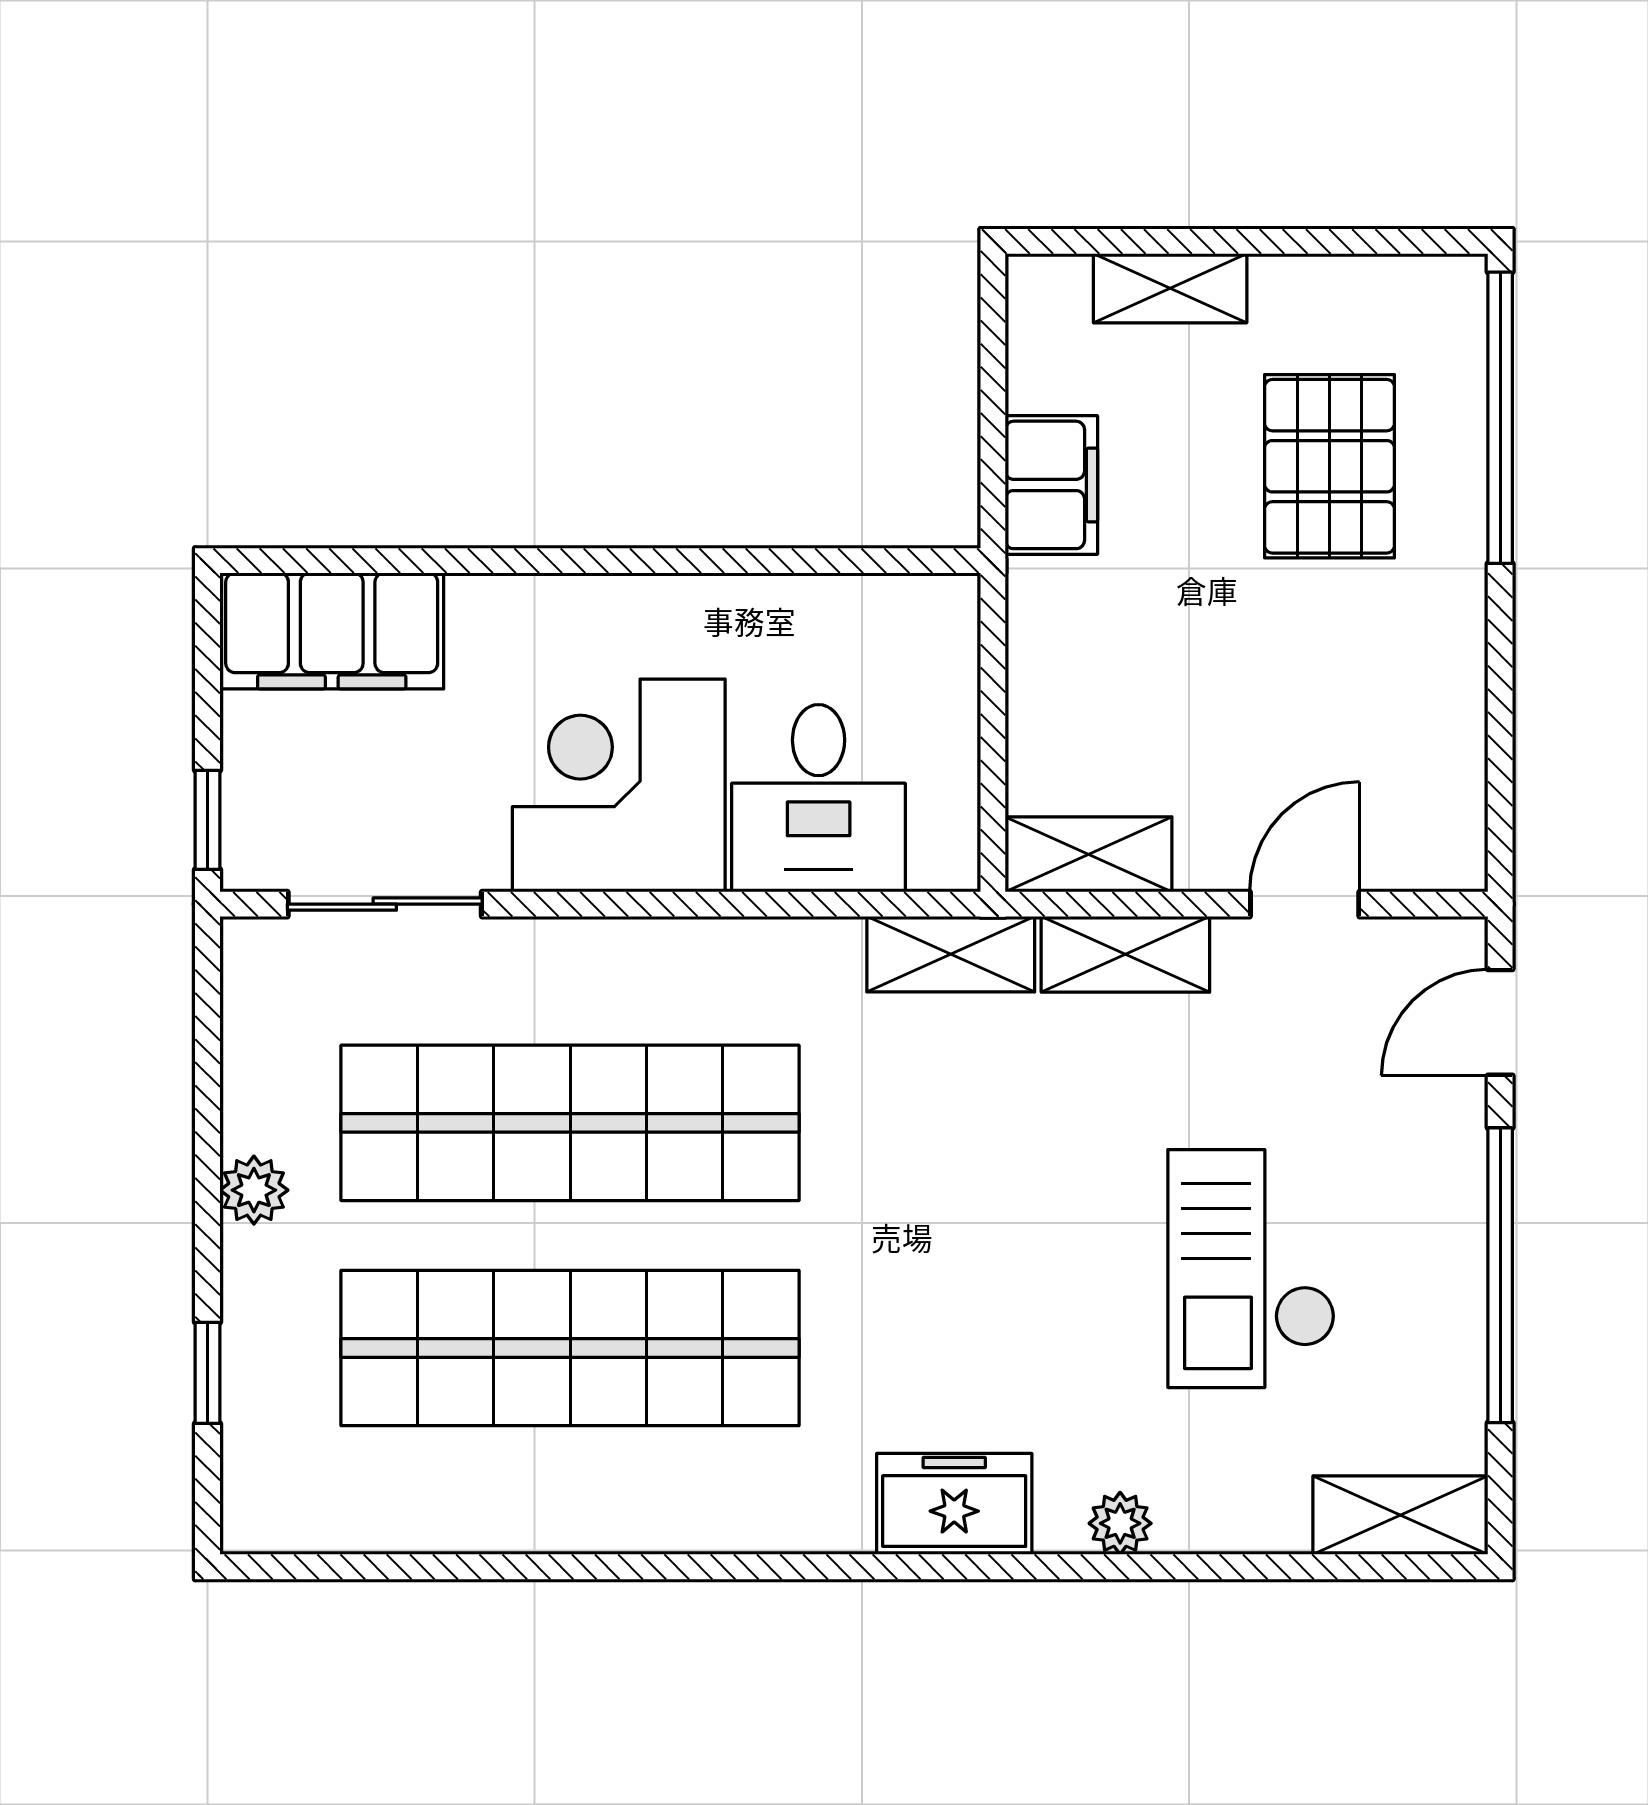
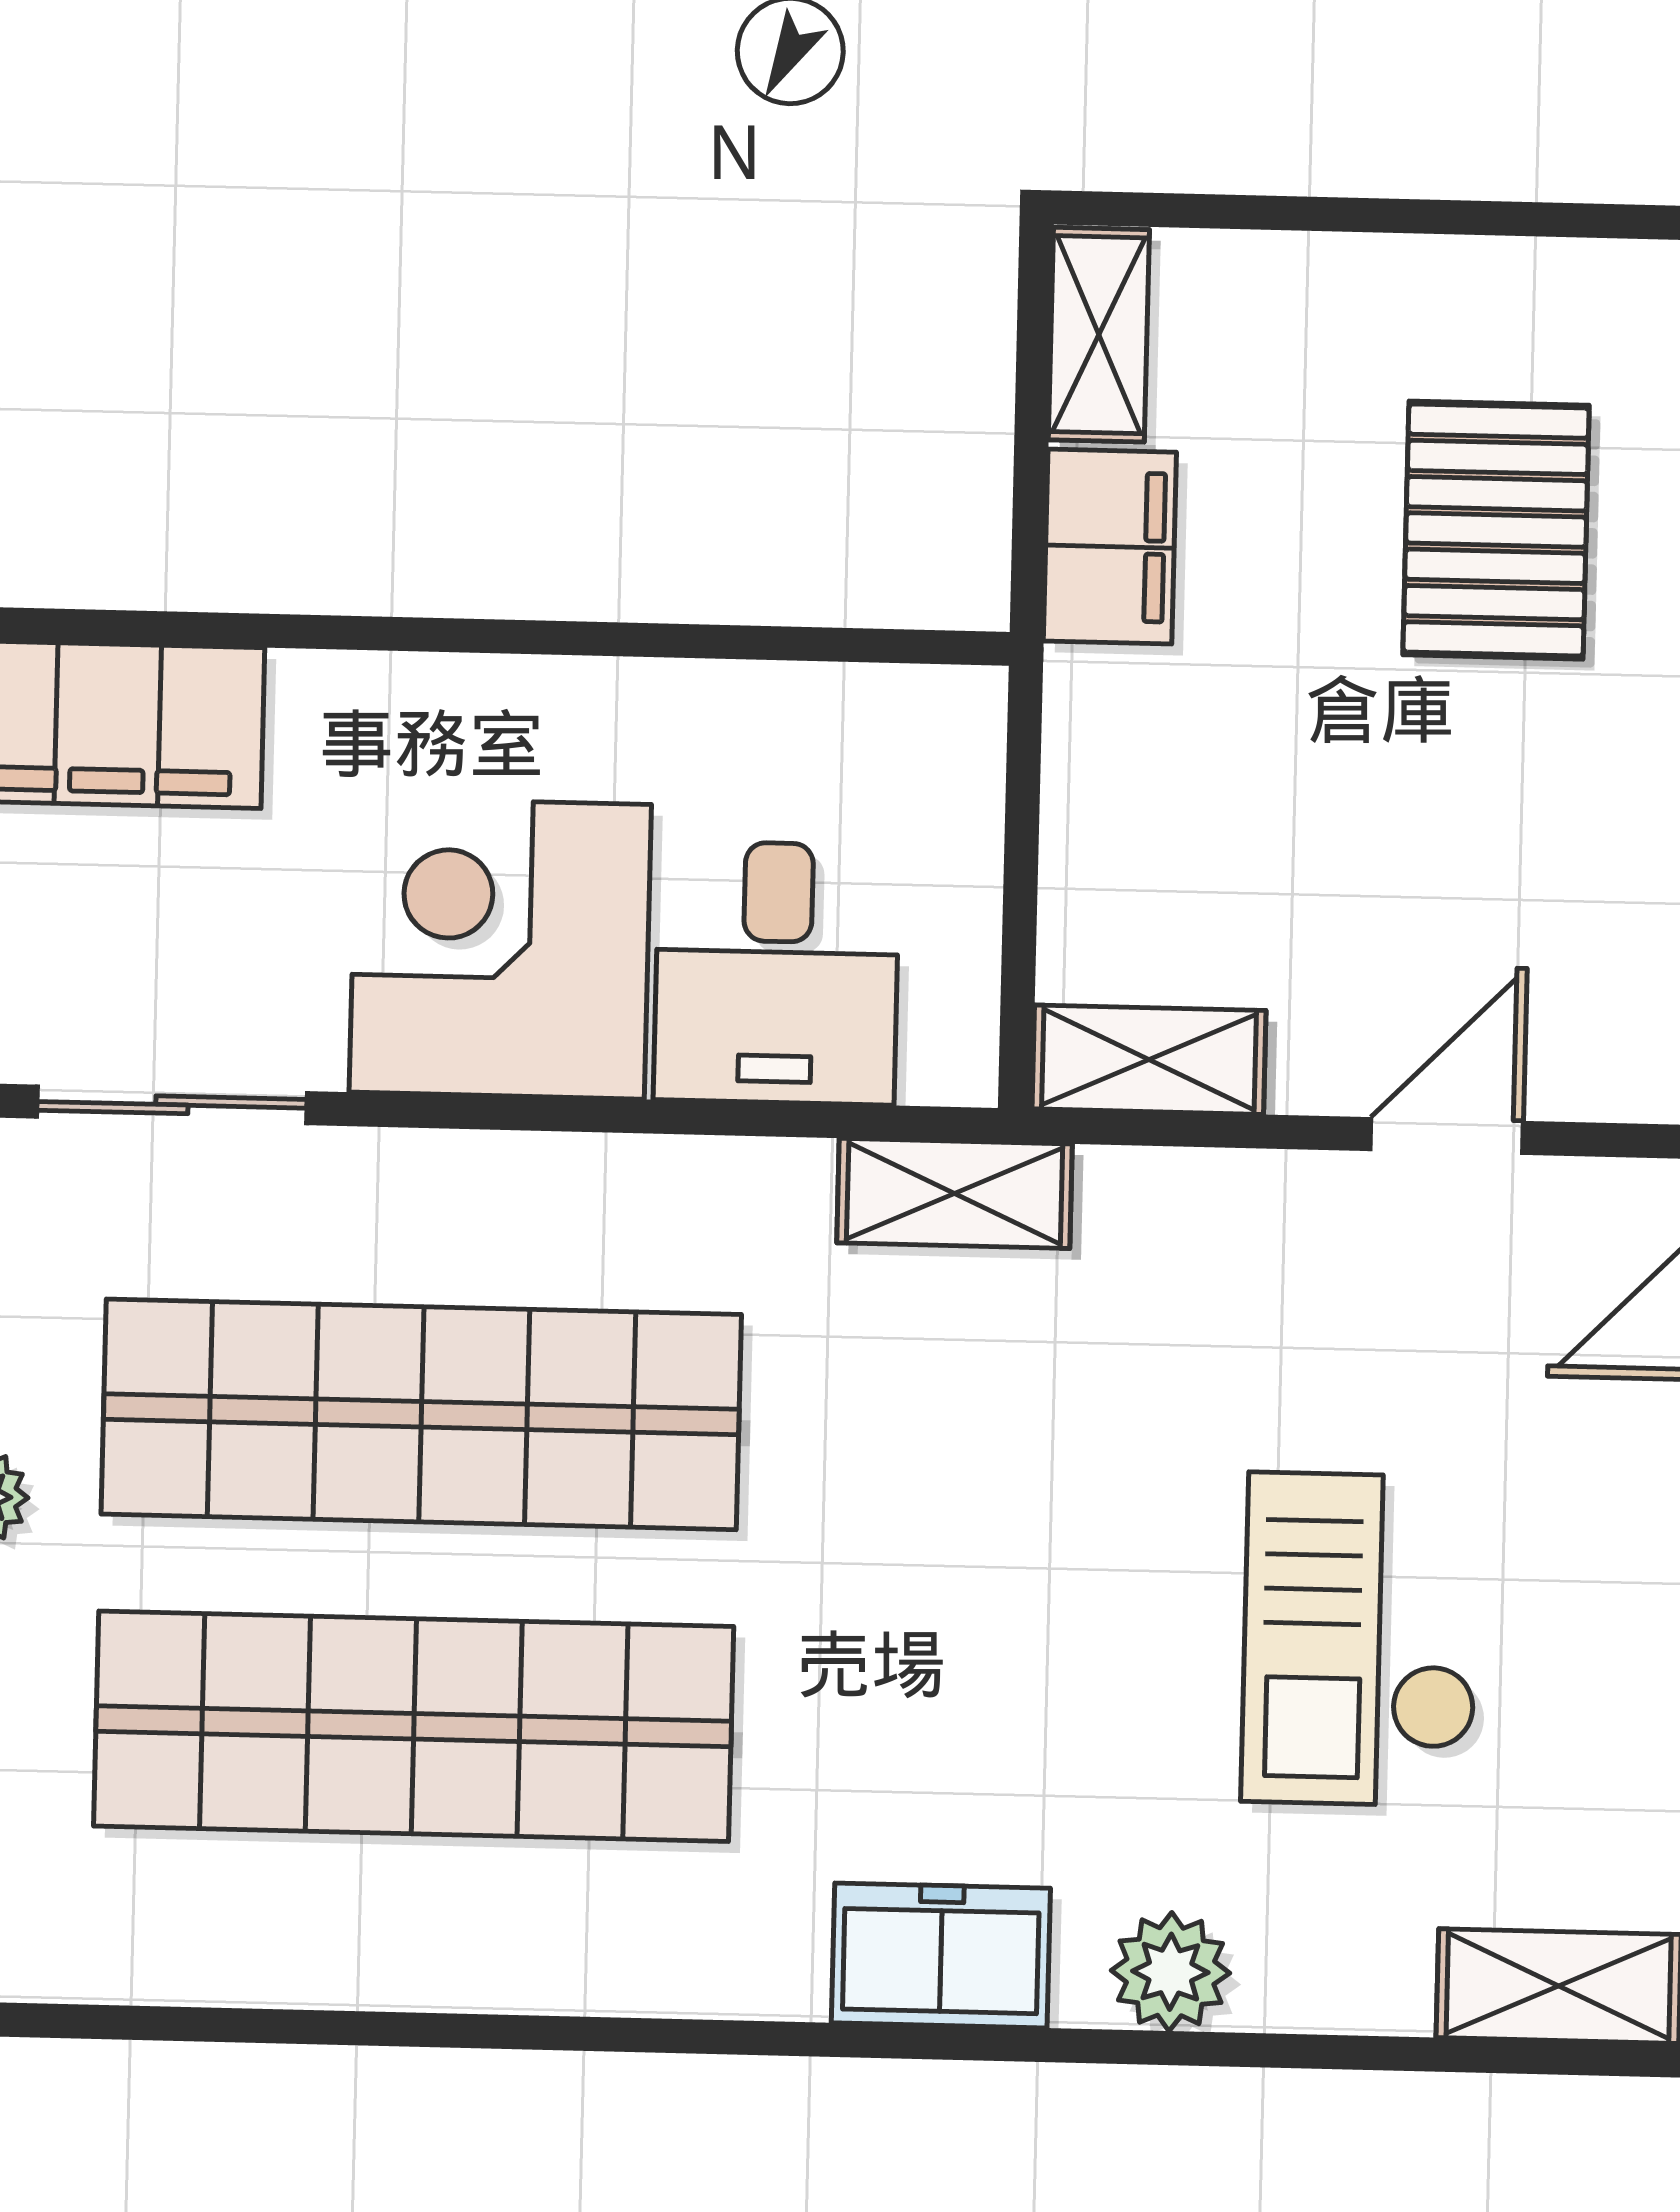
shelving: (1170, 288) -> (1099, 335), moved, turned 90
shelving: (1125, 954) -> (1197, 1199), removed
plant: (1120, 1523) -> (1170, 1972), width x1.38, depth x1.38

